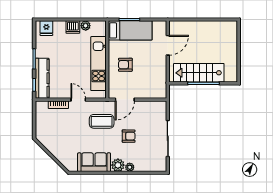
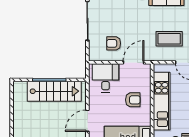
desk: (151, 85) -> (105, 78), added
coffee table: (102, 121) -> (169, 39), moved
armchair: (129, 136) -> (114, 43), moved

